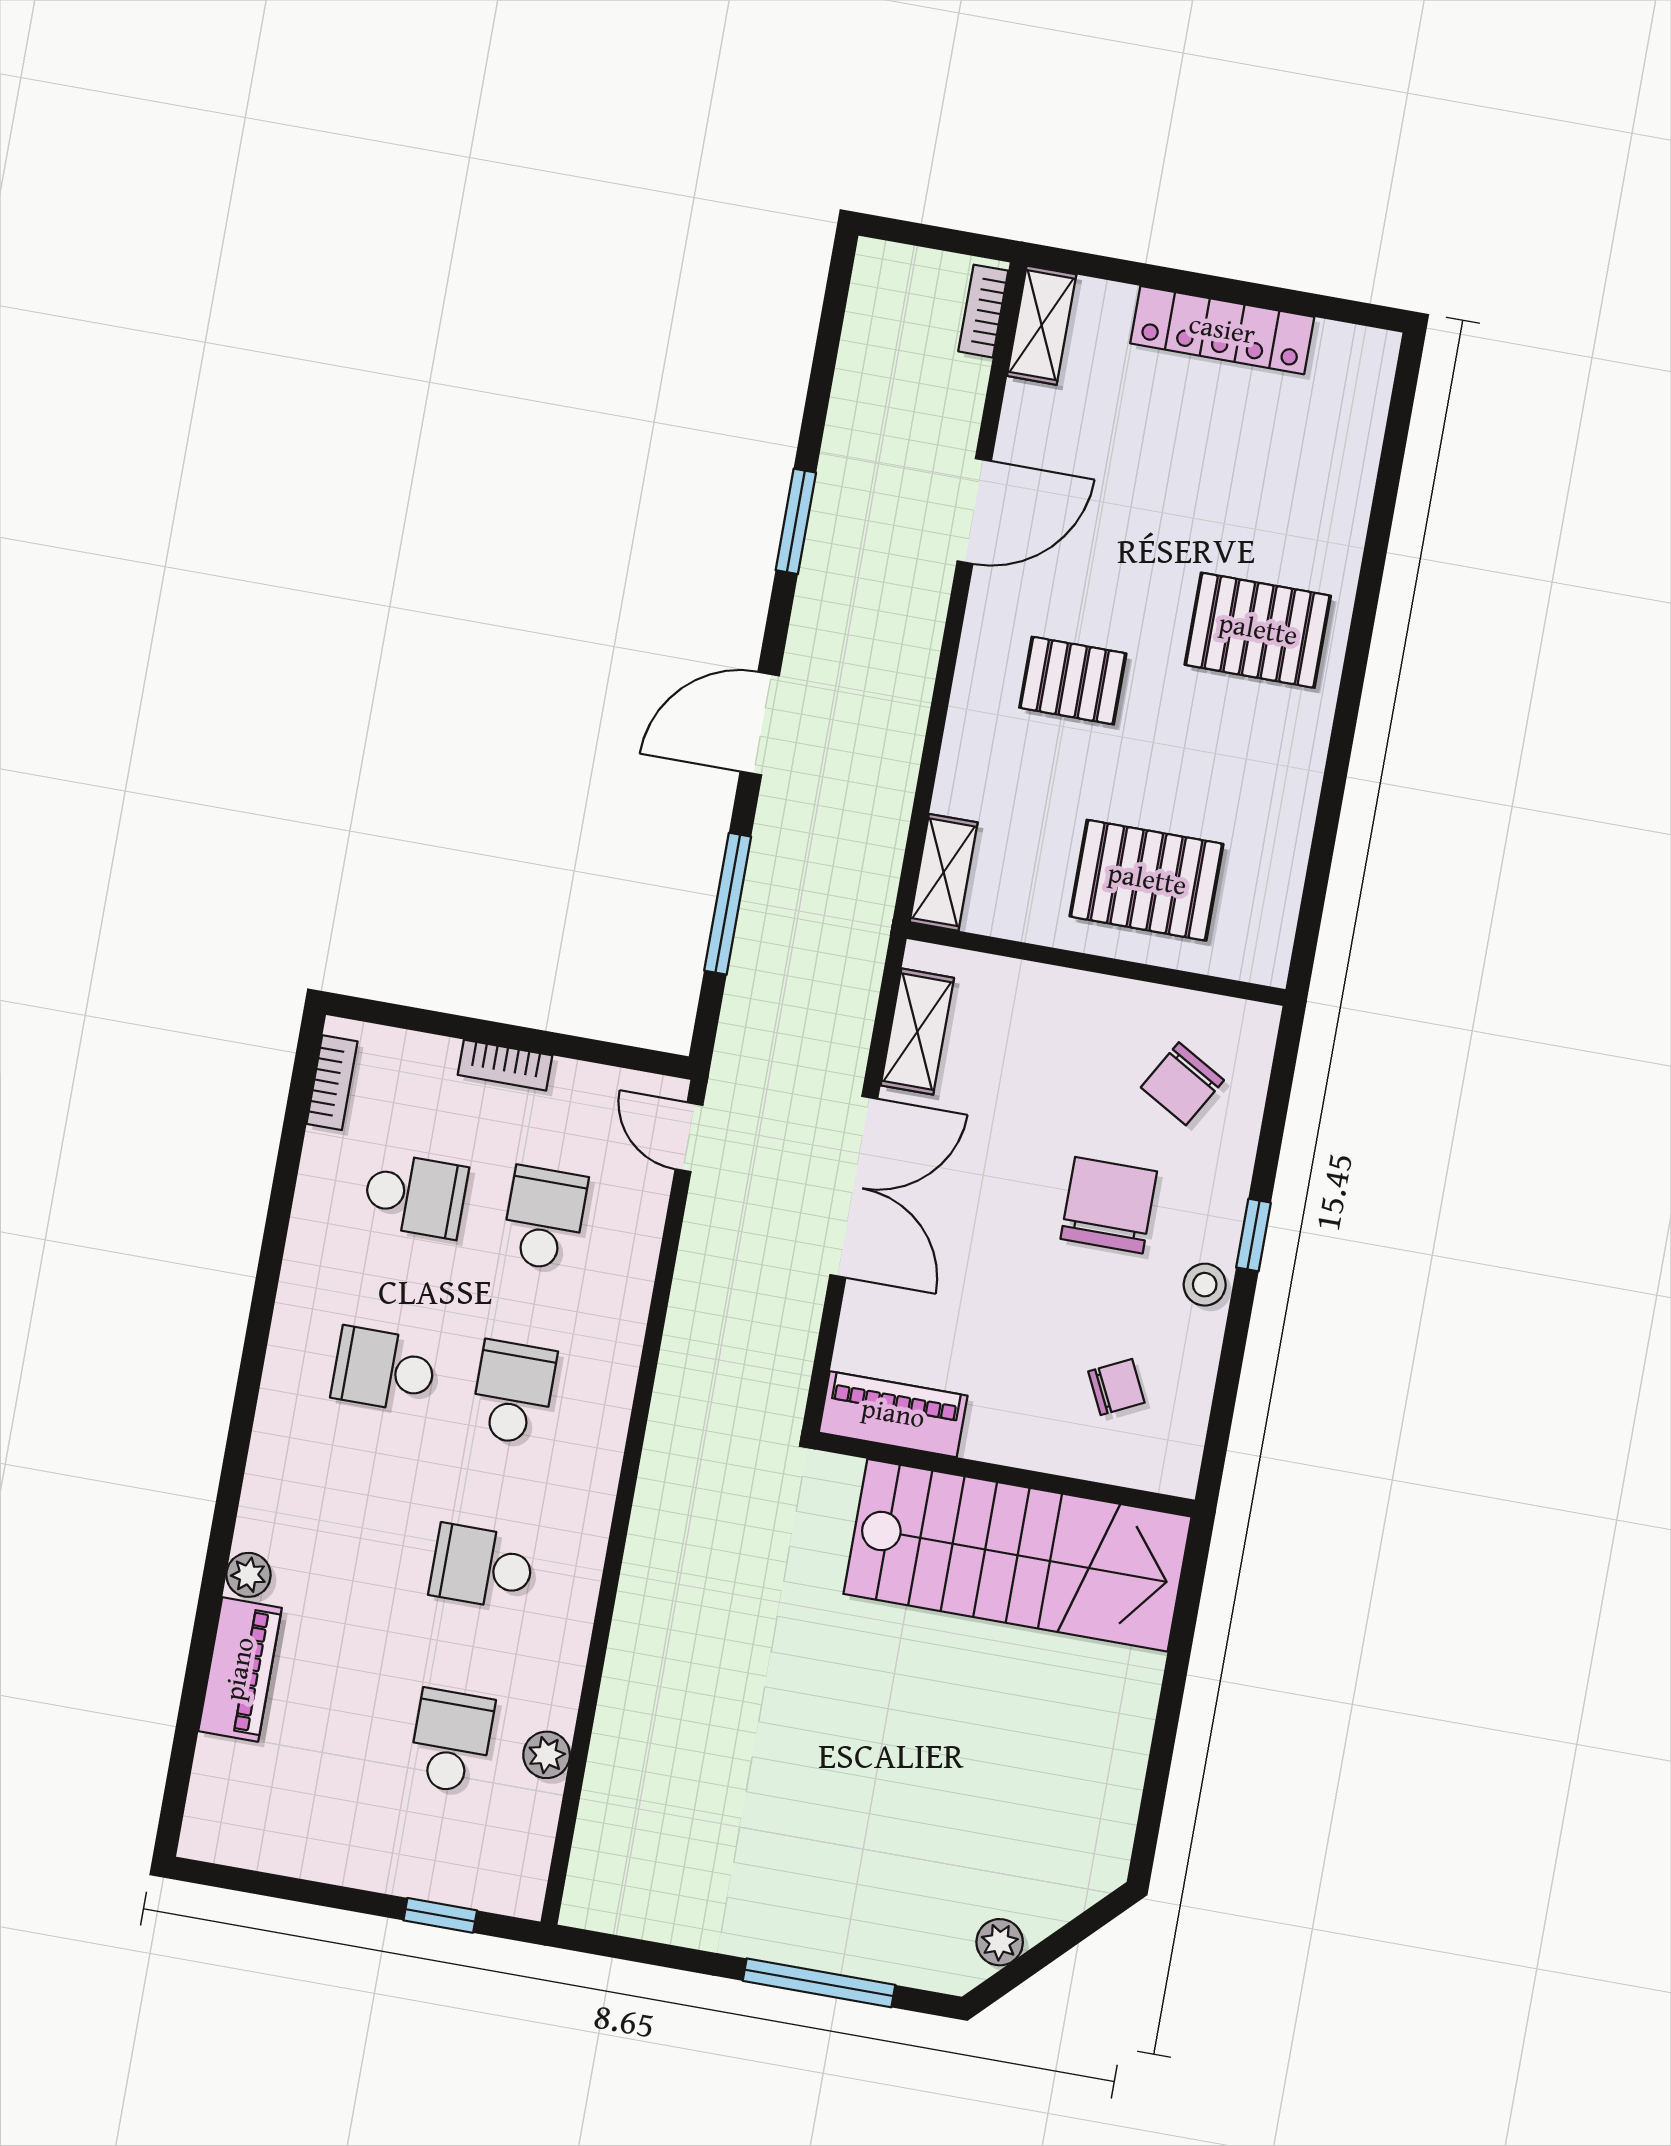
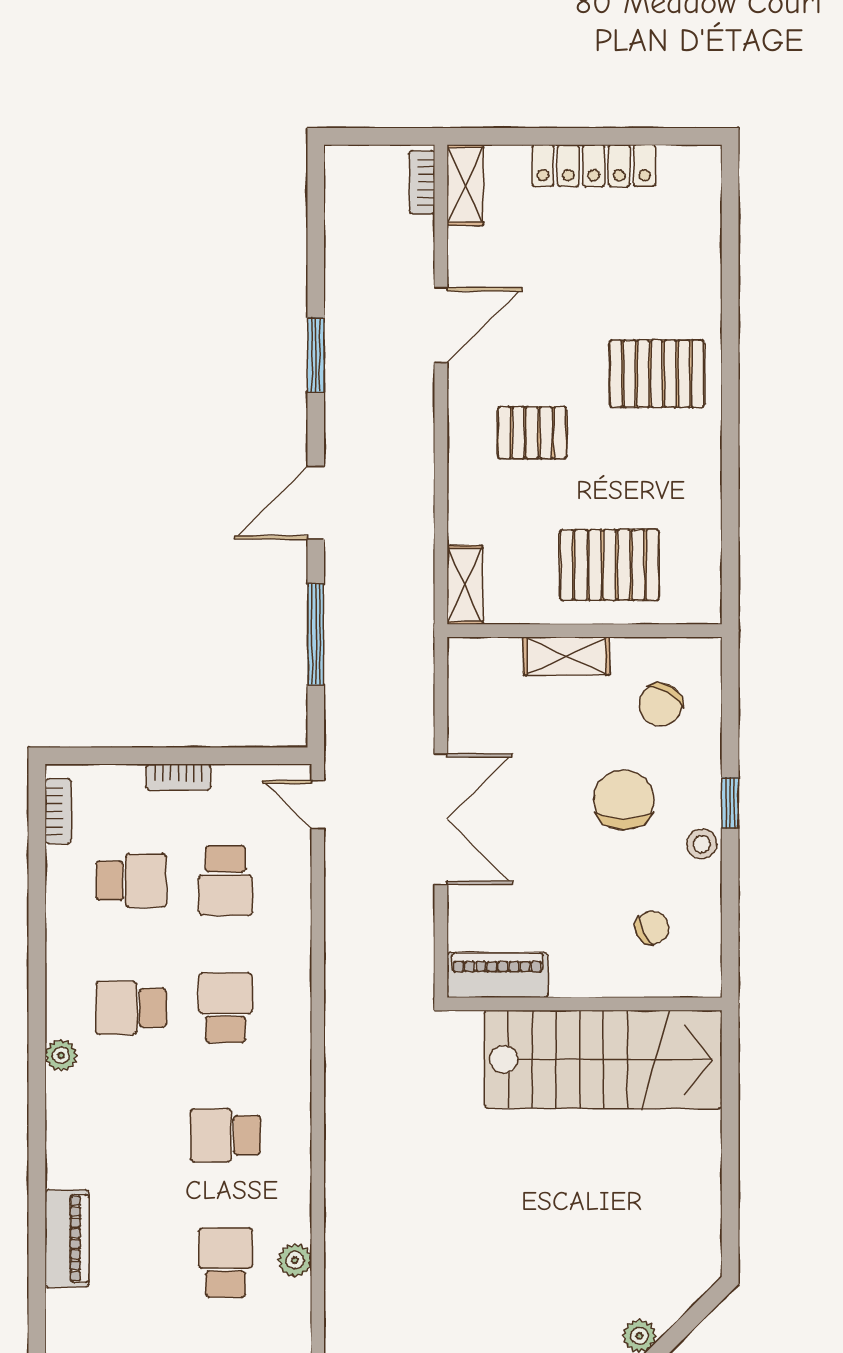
shelving: (917, 1032) -> (566, 656), moved, turned 90
school desk: (544, 1218) -> (226, 880), turned 180
plant: (248, 1575) -> (61, 1055), moved

